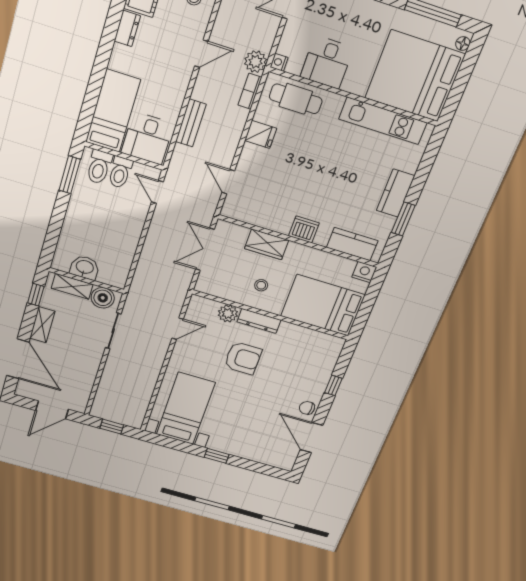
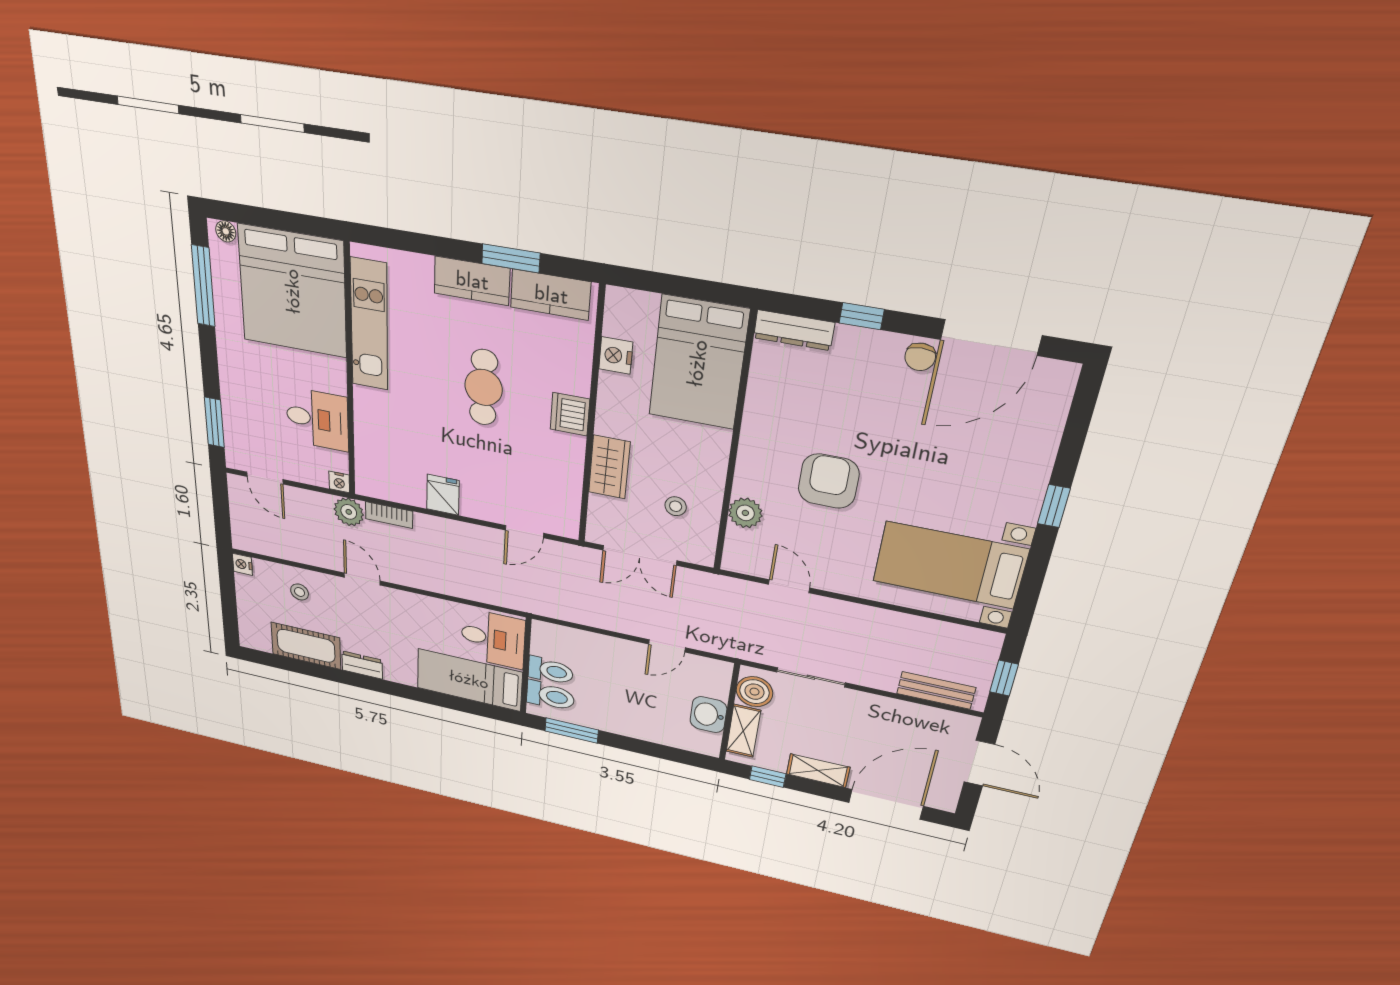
cafe table: (296, 99) -> (484, 387), moved
bench: (191, 123) -> (936, 690), moved
door: (157, 192) -> (667, 646), moved
kitchen counter: (352, 244) -> (551, 295), moved, turned -90
nightstand: (364, 272) -> (616, 356), moved
stool: (261, 285) -> (676, 506), moved
dresser: (259, 321) -> (794, 330), moved, turned 90
door: (311, 438) -> (991, 338), width x1.36

